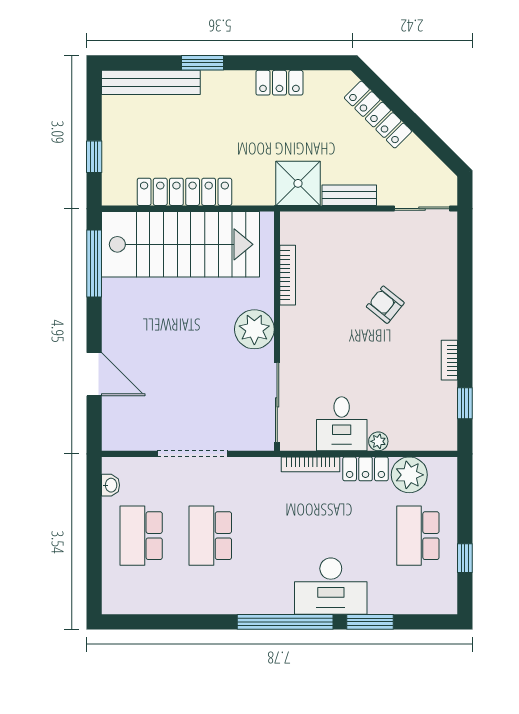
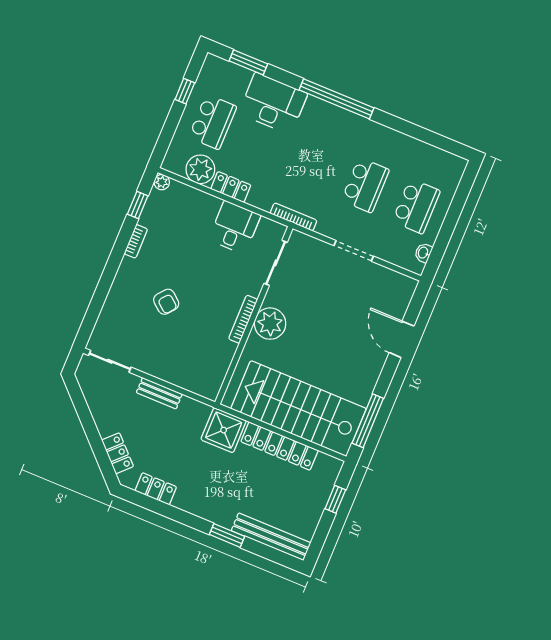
locker: (279, 83) -> (156, 489), moved
locker: (378, 115) -> (118, 453), width x0.66
shower: (298, 183) -> (224, 430), moved
bookcase: (288, 275) -> (243, 319), moved
sliding door: (277, 402) -> (276, 263), width x0.73
plant: (378, 441) -> (162, 182), moved
doorway: (192, 454) -> (354, 251), width x0.73
bookcase: (311, 464) -> (294, 217), moved
desk: (331, 586) -> (273, 103), moved
window: (370, 622) -> (248, 62), moved

